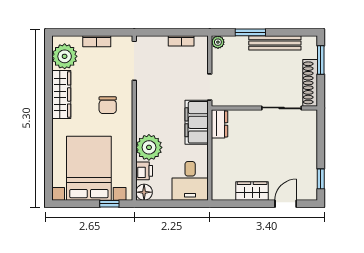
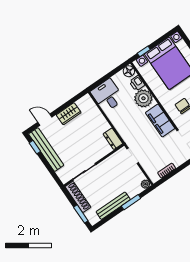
filing cabinet: (197, 122) -> (160, 121), moved, turned 180
bench: (309, 167) -> (46, 150), added
door: (286, 204) -> (45, 120), swing flipped

